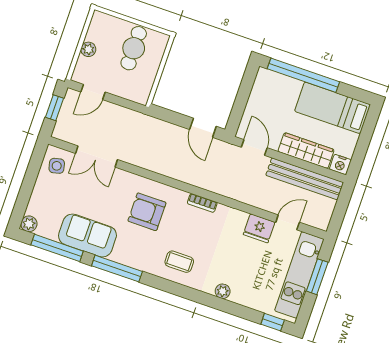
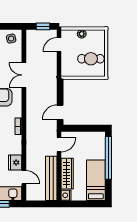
door: (93, 92) -> (59, 45), hinge flipped
double door: (96, 157) -> (24, 75), moved

